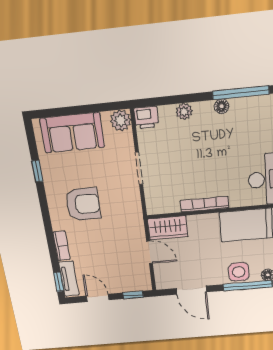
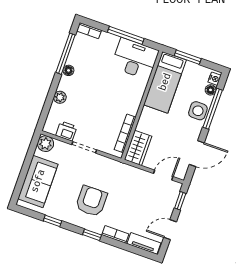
printer: (146, 118) -> (66, 131), moved, turned -90
bookcase: (205, 204) -> (125, 133), moved
door: (150, 252) -> (163, 175), moved
window: (59, 282) -> (92, 235), moved

